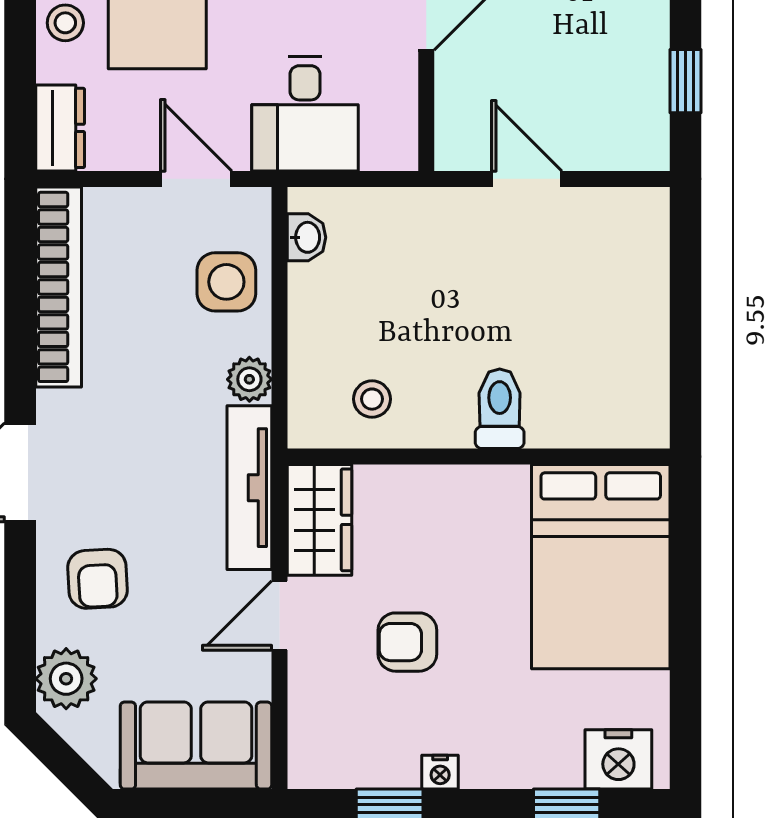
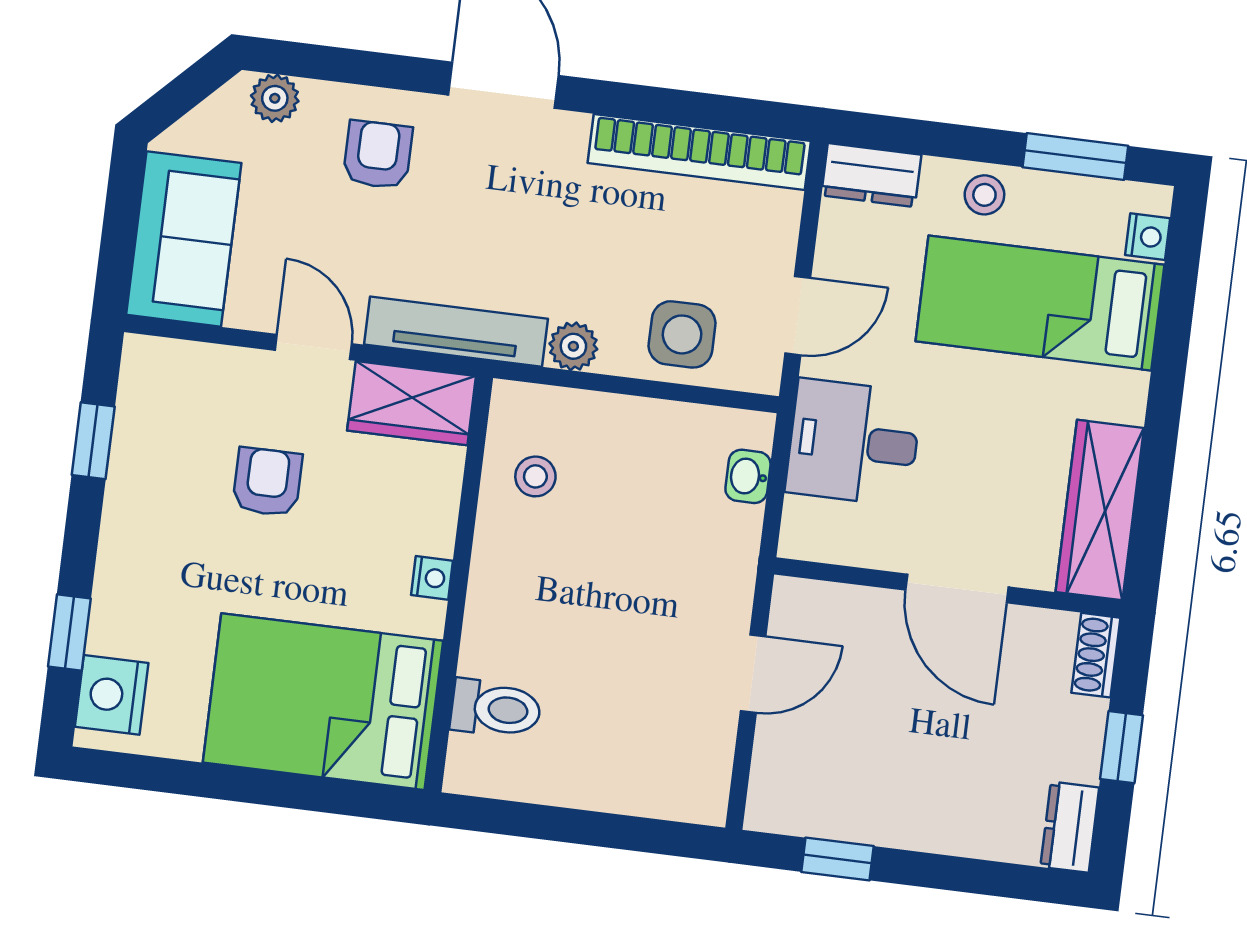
washbasin: (306, 237) -> (748, 476), moved, turned 90
toilet: (500, 409) -> (496, 709), moved
armchair: (97, 579) -> (378, 155), turned 93
plant: (66, 679) -> (275, 98), width x0.73, depth x0.73
nightstand: (440, 772) -> (432, 578), moved, turned 180

